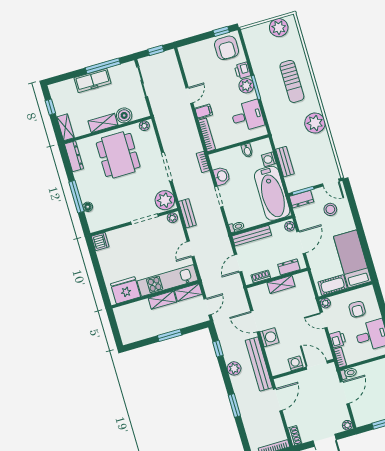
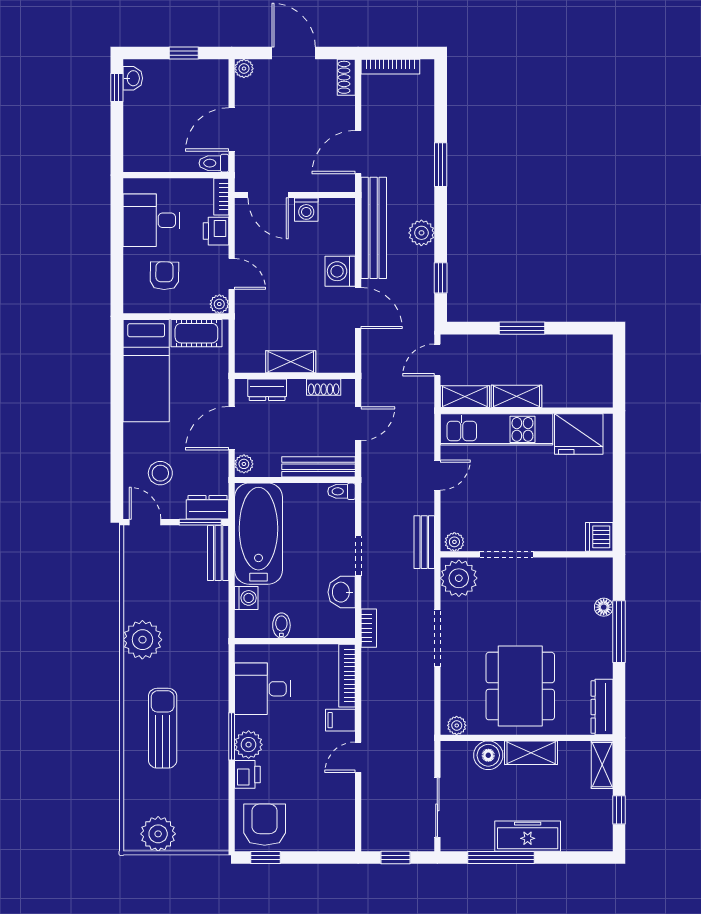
bench: (285, 162) -> (218, 553), moved

